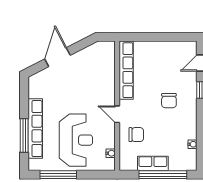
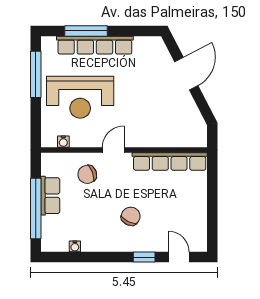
door: (58, 57) -> (186, 74), hinge flipped
chair: (169, 101) -> (131, 216), turned 116
chair: (136, 135) -> (87, 174), turned 70

